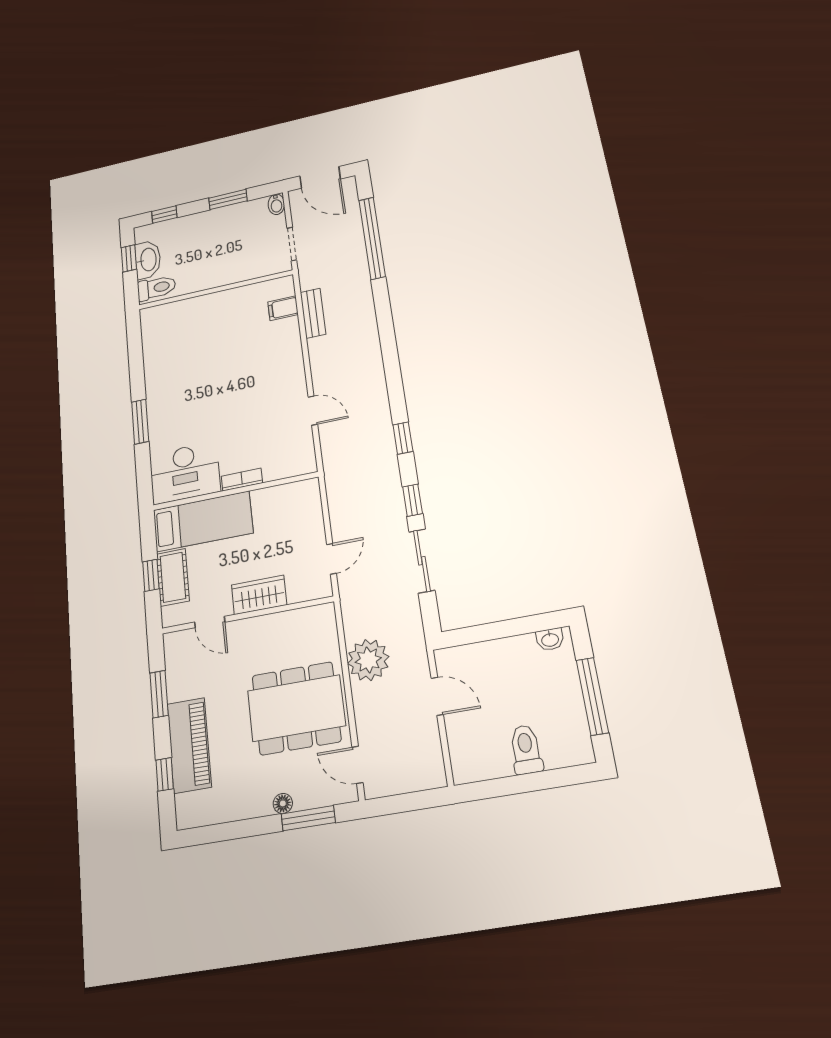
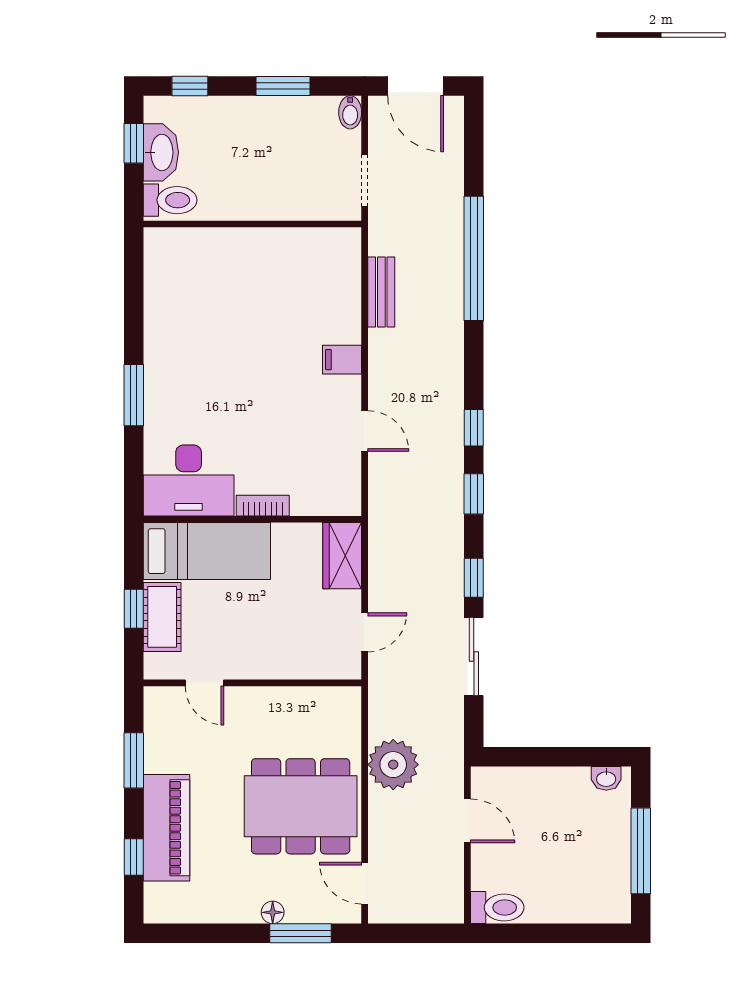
window: (372, 238) -> (474, 258), moved
filing cabinet: (283, 308) -> (342, 360), moved
window: (396, 391) -> (474, 428), added
wardrobe: (259, 595) -> (342, 556), moved, turned -90
toilet: (526, 749) -> (497, 907), moved, turned 90

